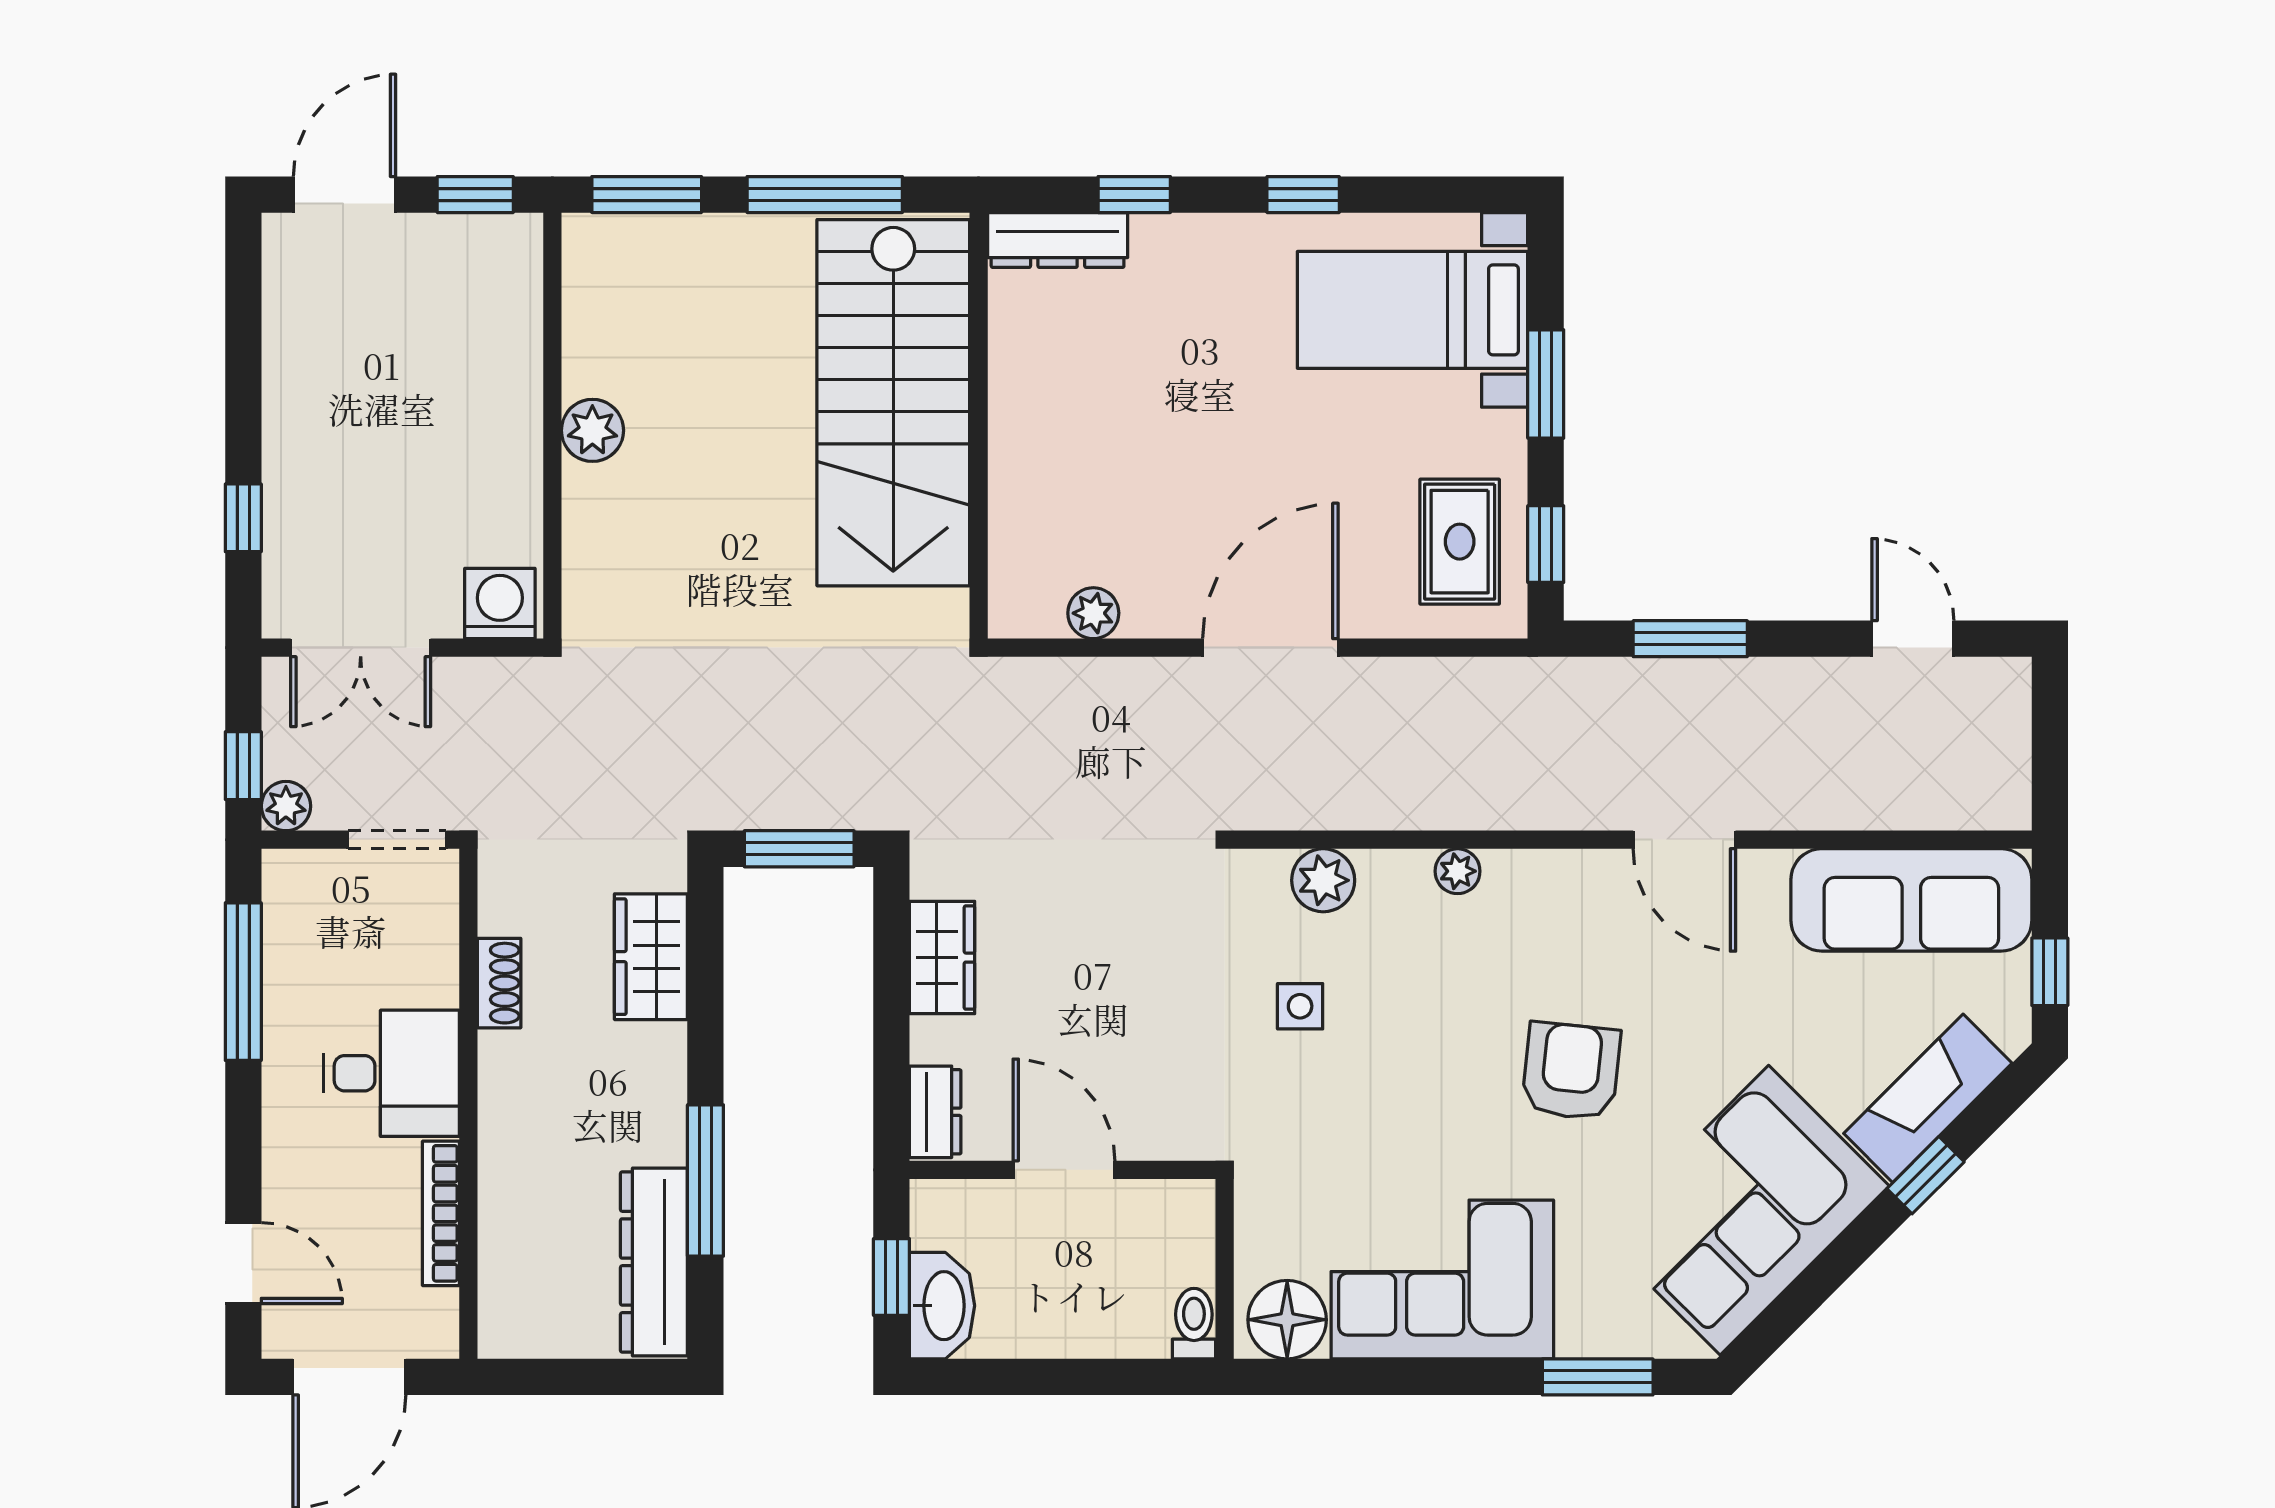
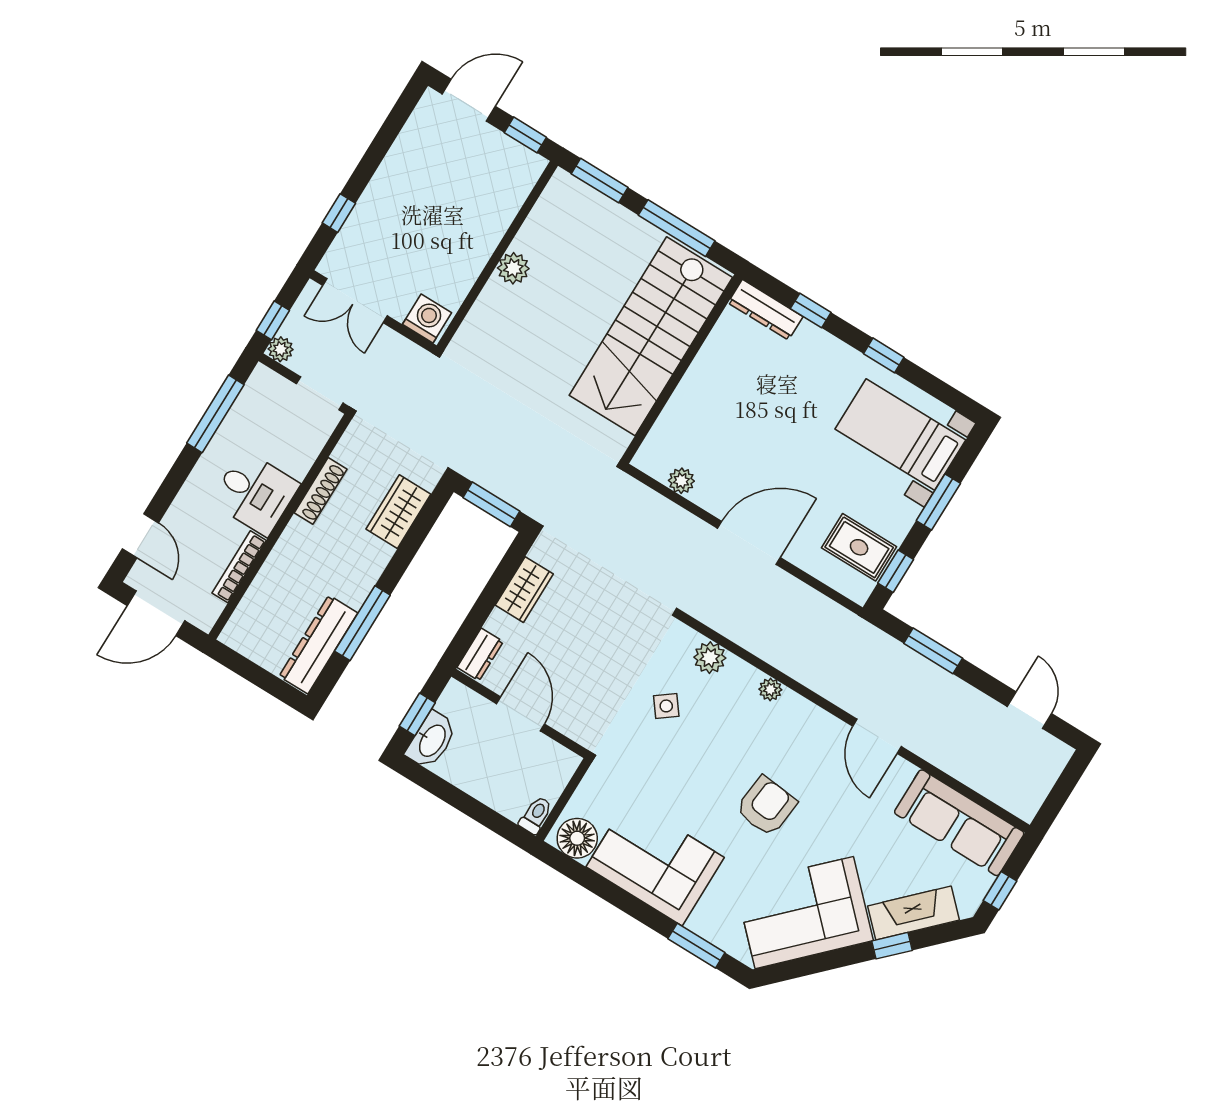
rug: (1460, 542) -> (859, 547), turned 90
shoe rack: (499, 983) -> (321, 491), width x1.43
side table: (1300, 1006) -> (666, 706), turned -37

